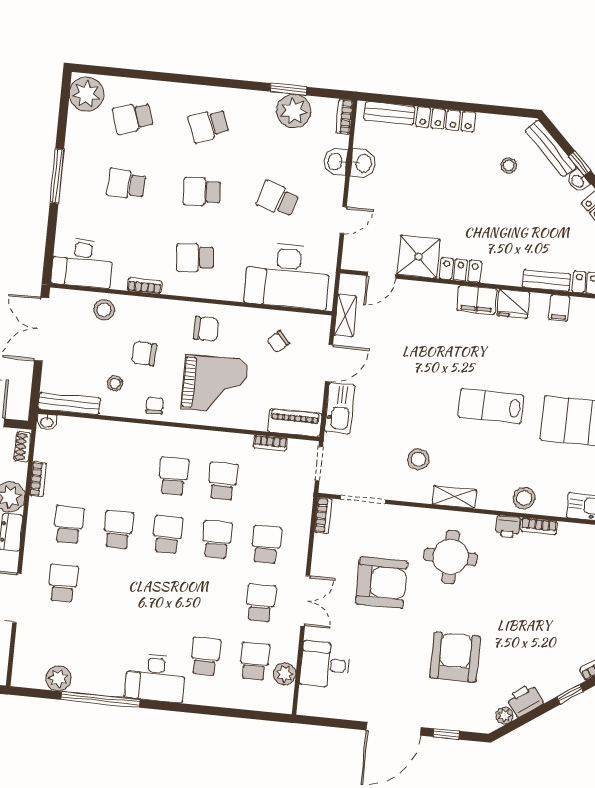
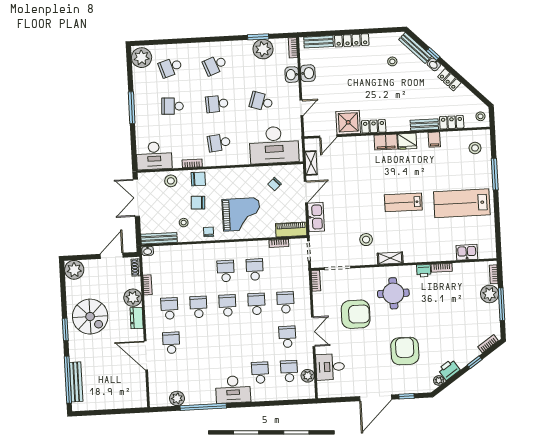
chair: (206, 329) -> (198, 179), moved
stool: (524, 498) -> (431, 253), removed

